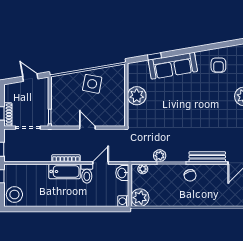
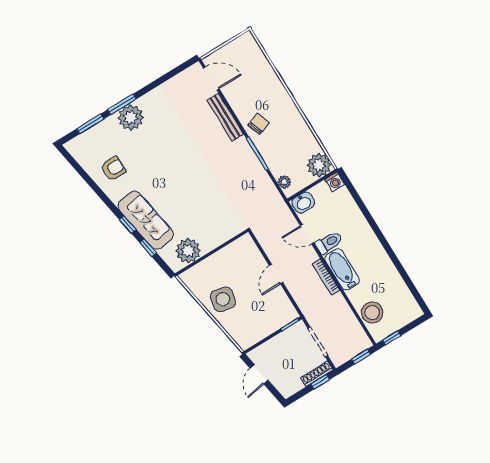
window: (177, 52) -> (128, 225), added
plant: (137, 96) -> (188, 251), moved
plant: (160, 156) -> (257, 172), removed
stool: (14, 195) -> (372, 312), moved

